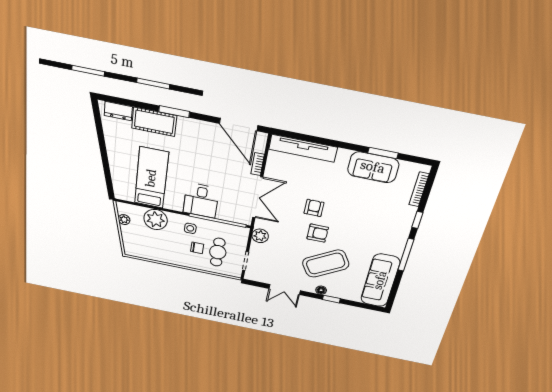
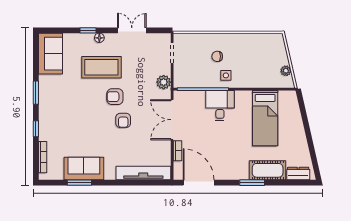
plant: (156, 219) -> (258, 77), removed
cafe table: (218, 252) -> (198, 56), removed
window: (406, 255) -> (36, 93), width x0.69
coffee table: (326, 264) -> (101, 67), turned 31
sofa: (380, 280) -> (50, 54), width x0.73

